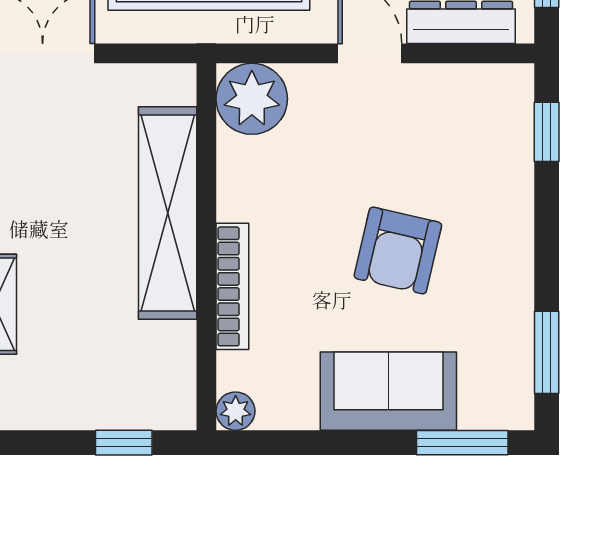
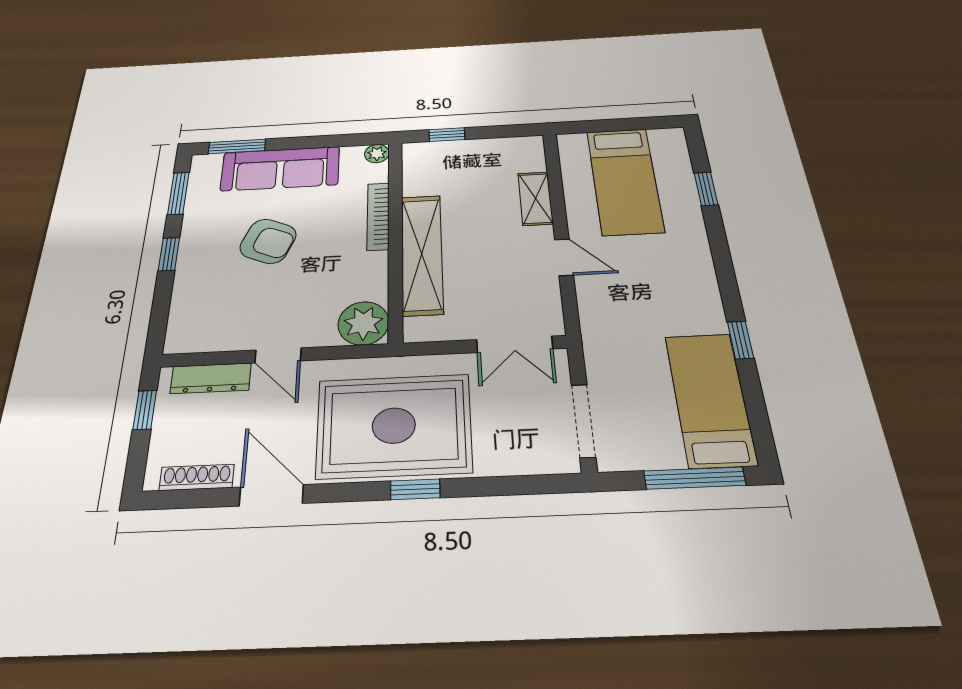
window: (547, 132) -> (169, 254), moved
armchair: (398, 251) -> (268, 241), turned 100
sofa: (388, 391) -> (280, 169), width x1.36

